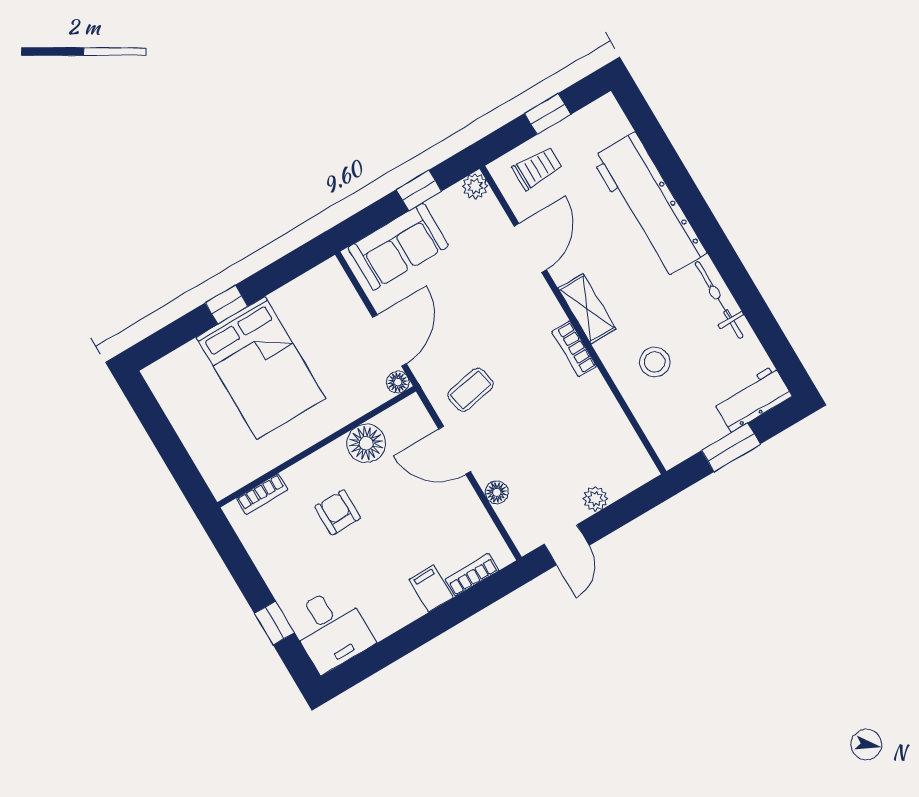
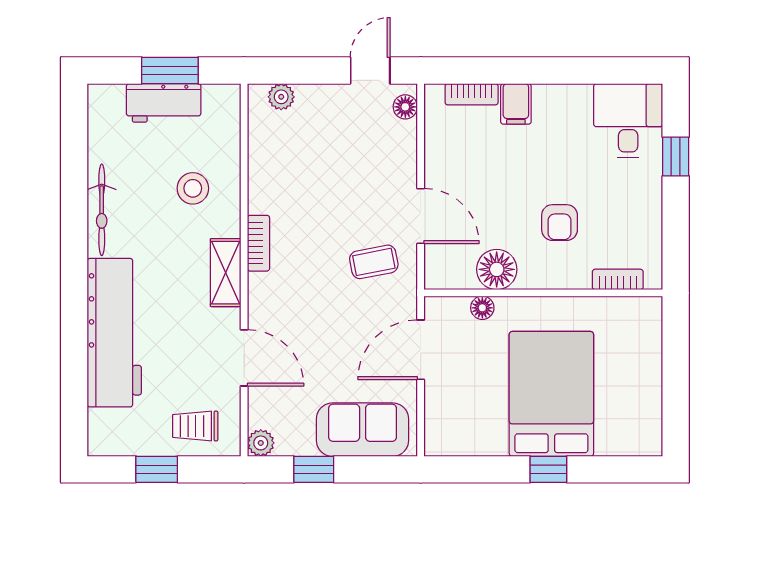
door: (530, 248) -> (244, 358), swing flipped
floor lamp: (398, 382) -> (482, 308), moved
workbench: (752, 399) -> (164, 103), moved
floor lamp: (497, 492) -> (405, 107), moved
plant: (595, 499) -> (281, 97), moved

